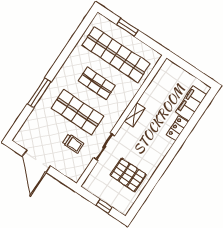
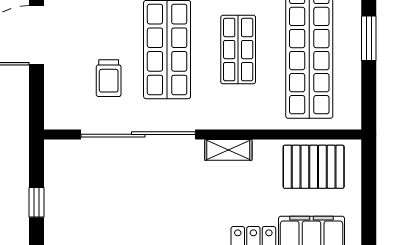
sliding door: (104, 147) -> (138, 134), width x1.86
pallet: (128, 175) -> (314, 167), moved, turned 90

